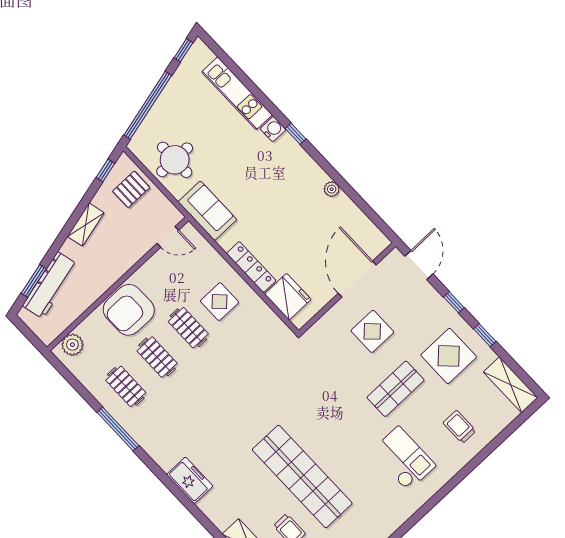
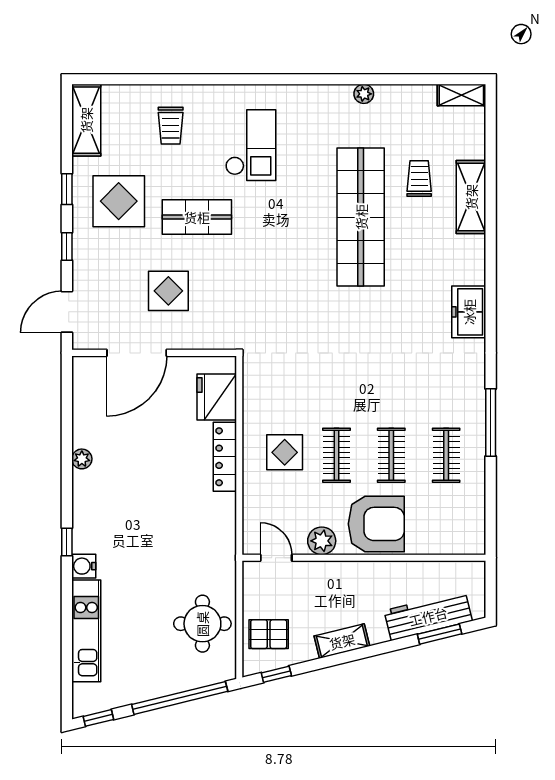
sofa: (207, 211) -> (216, 547), removed
plant: (72, 345) -> (322, 541), moved
checkout: (403, 459) -> (251, 145), turned 180

